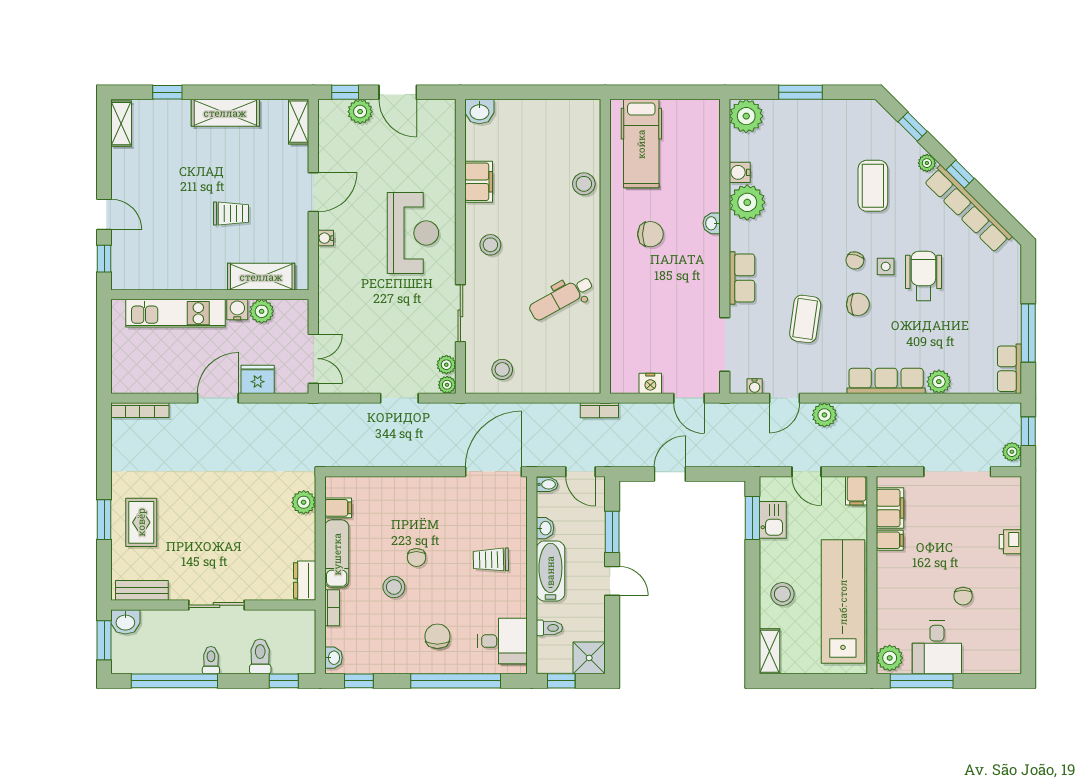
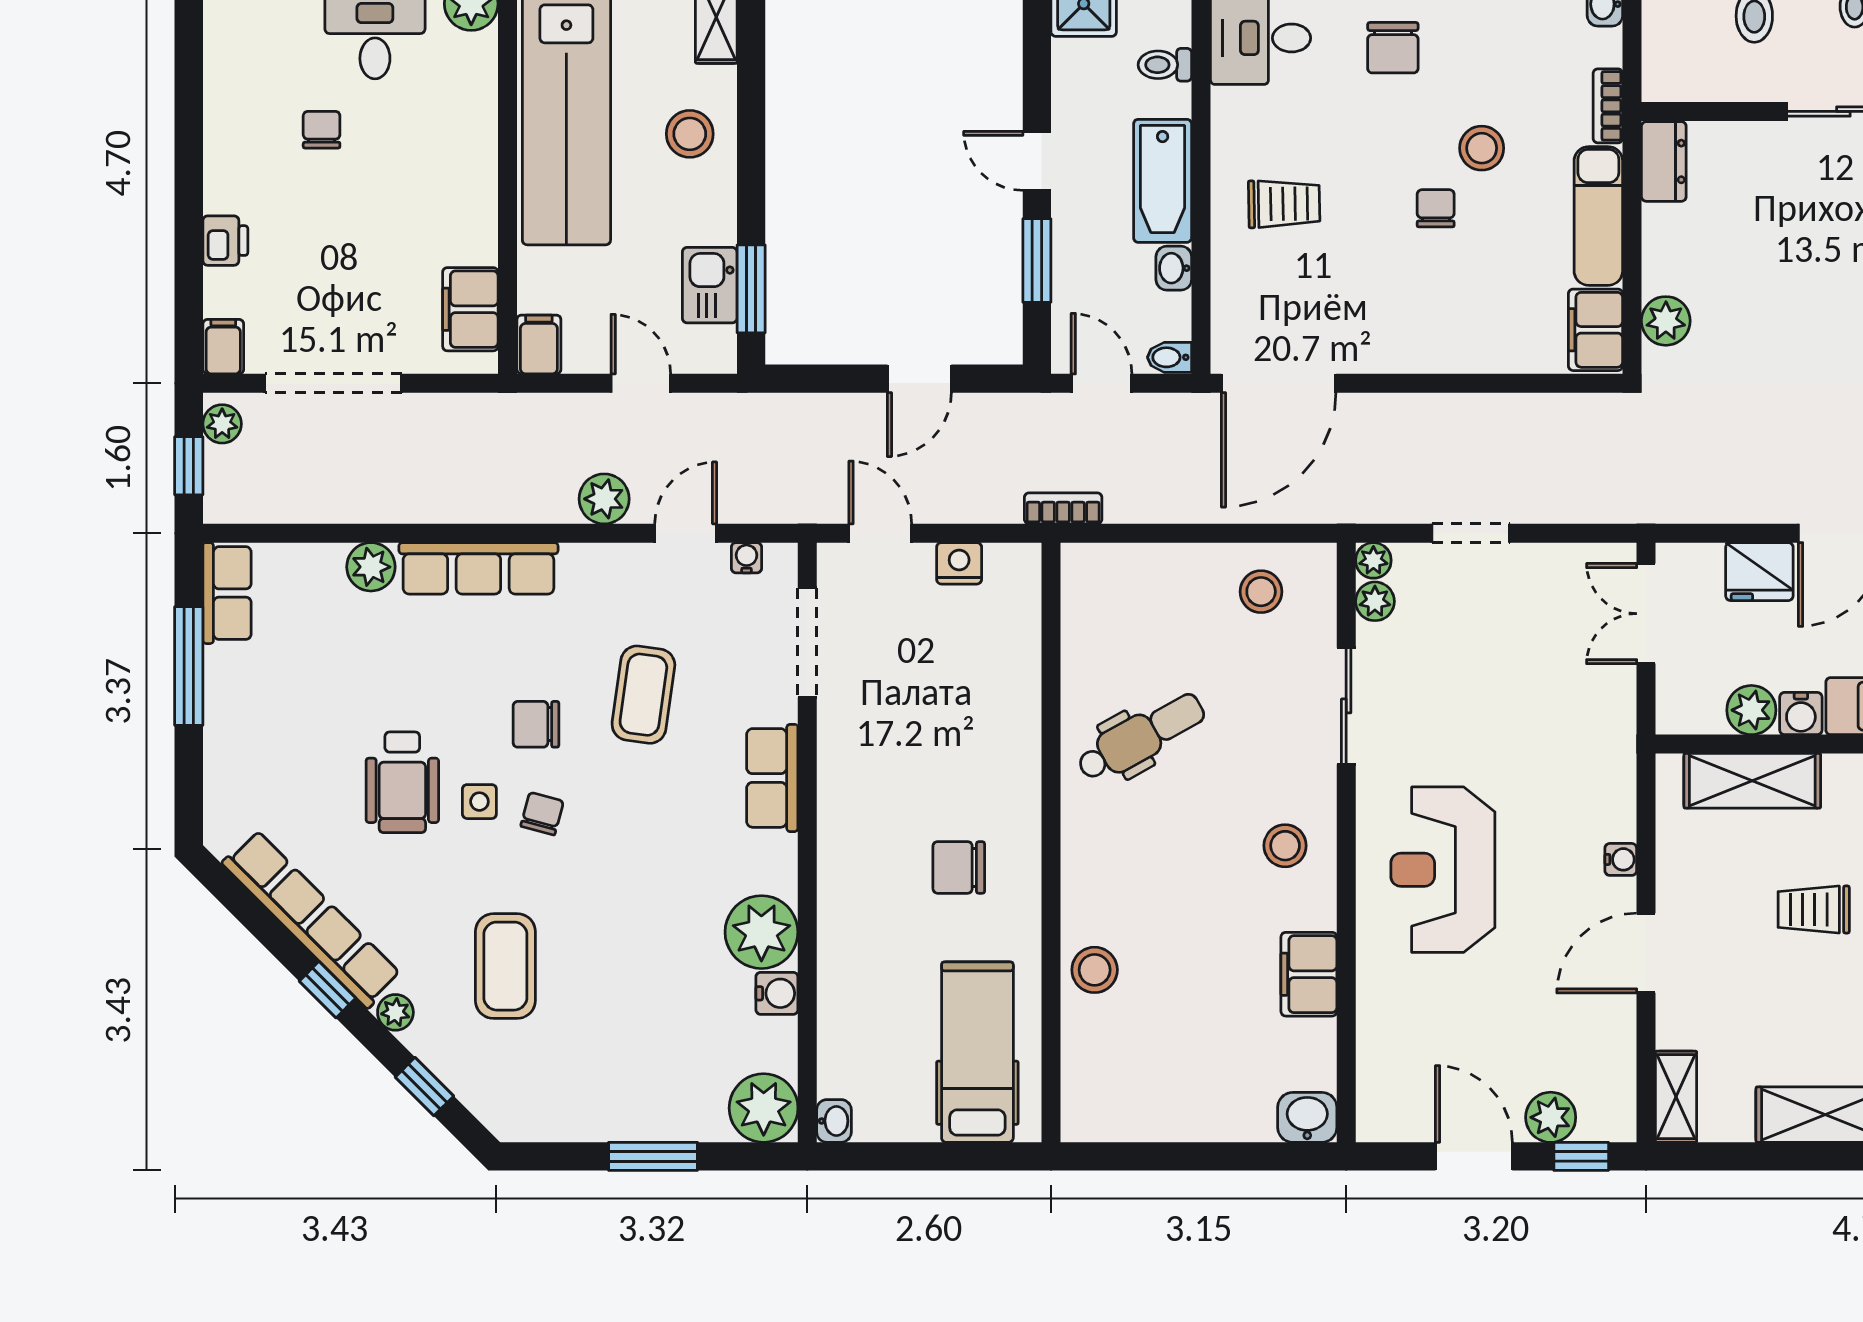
washbasin: (712, 223) -> (834, 1121), moved
filing cabinet: (338, 508) -> (1596, 330), width x2.00
filing cabinet: (890, 540) -> (223, 347), moved, turned 90

